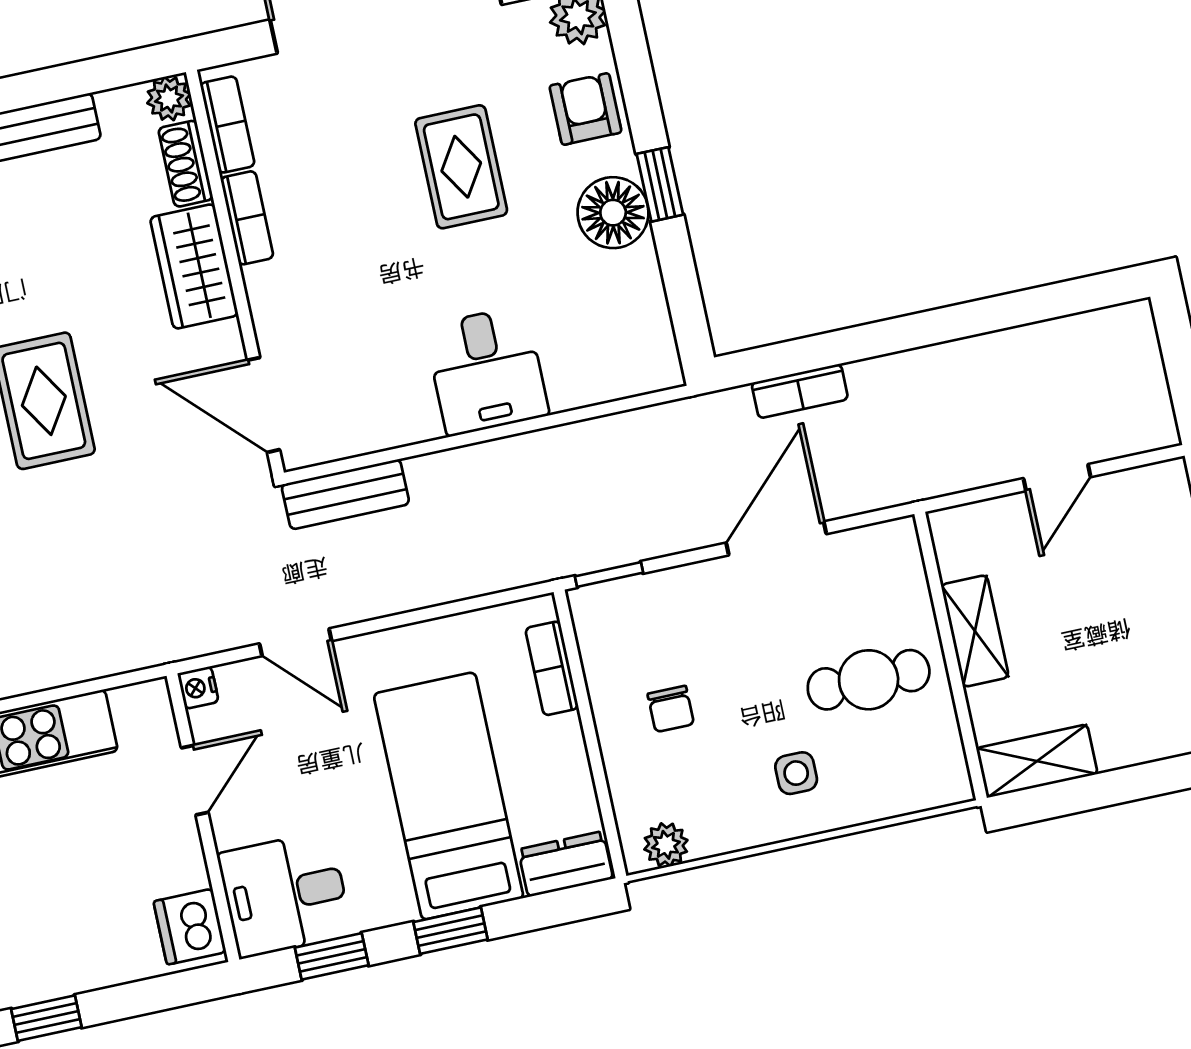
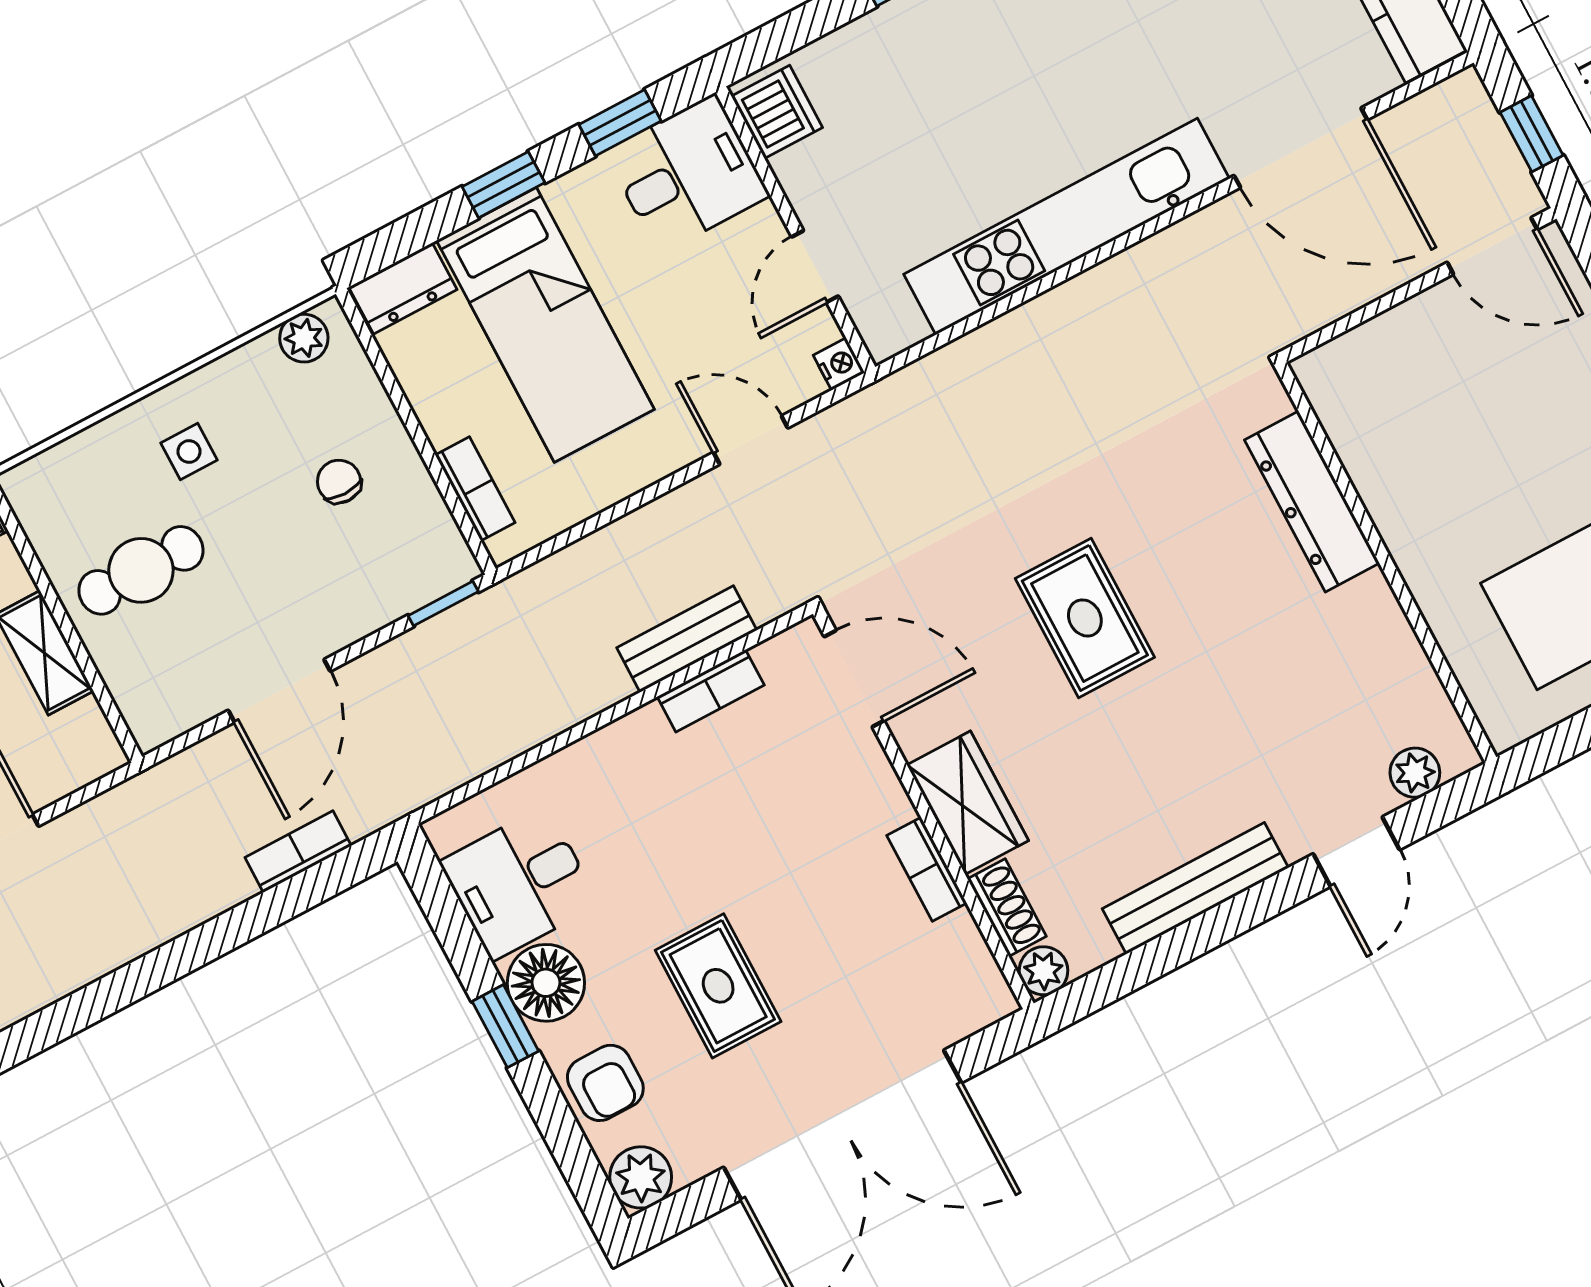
bookcase: (227, 125) -> (711, 691), moved, turned -90
desk: (487, 371) -> (519, 883), moved, turned -90
bench: (345, 494) -> (687, 639), moved

